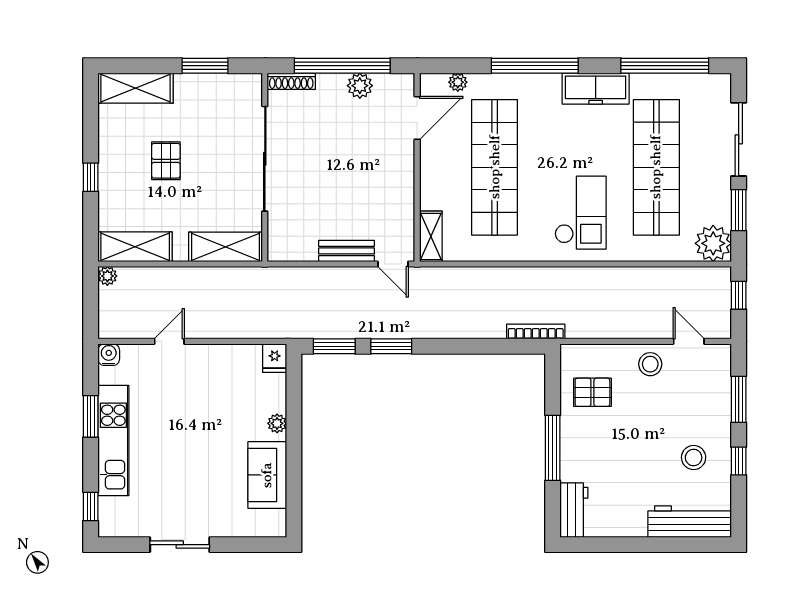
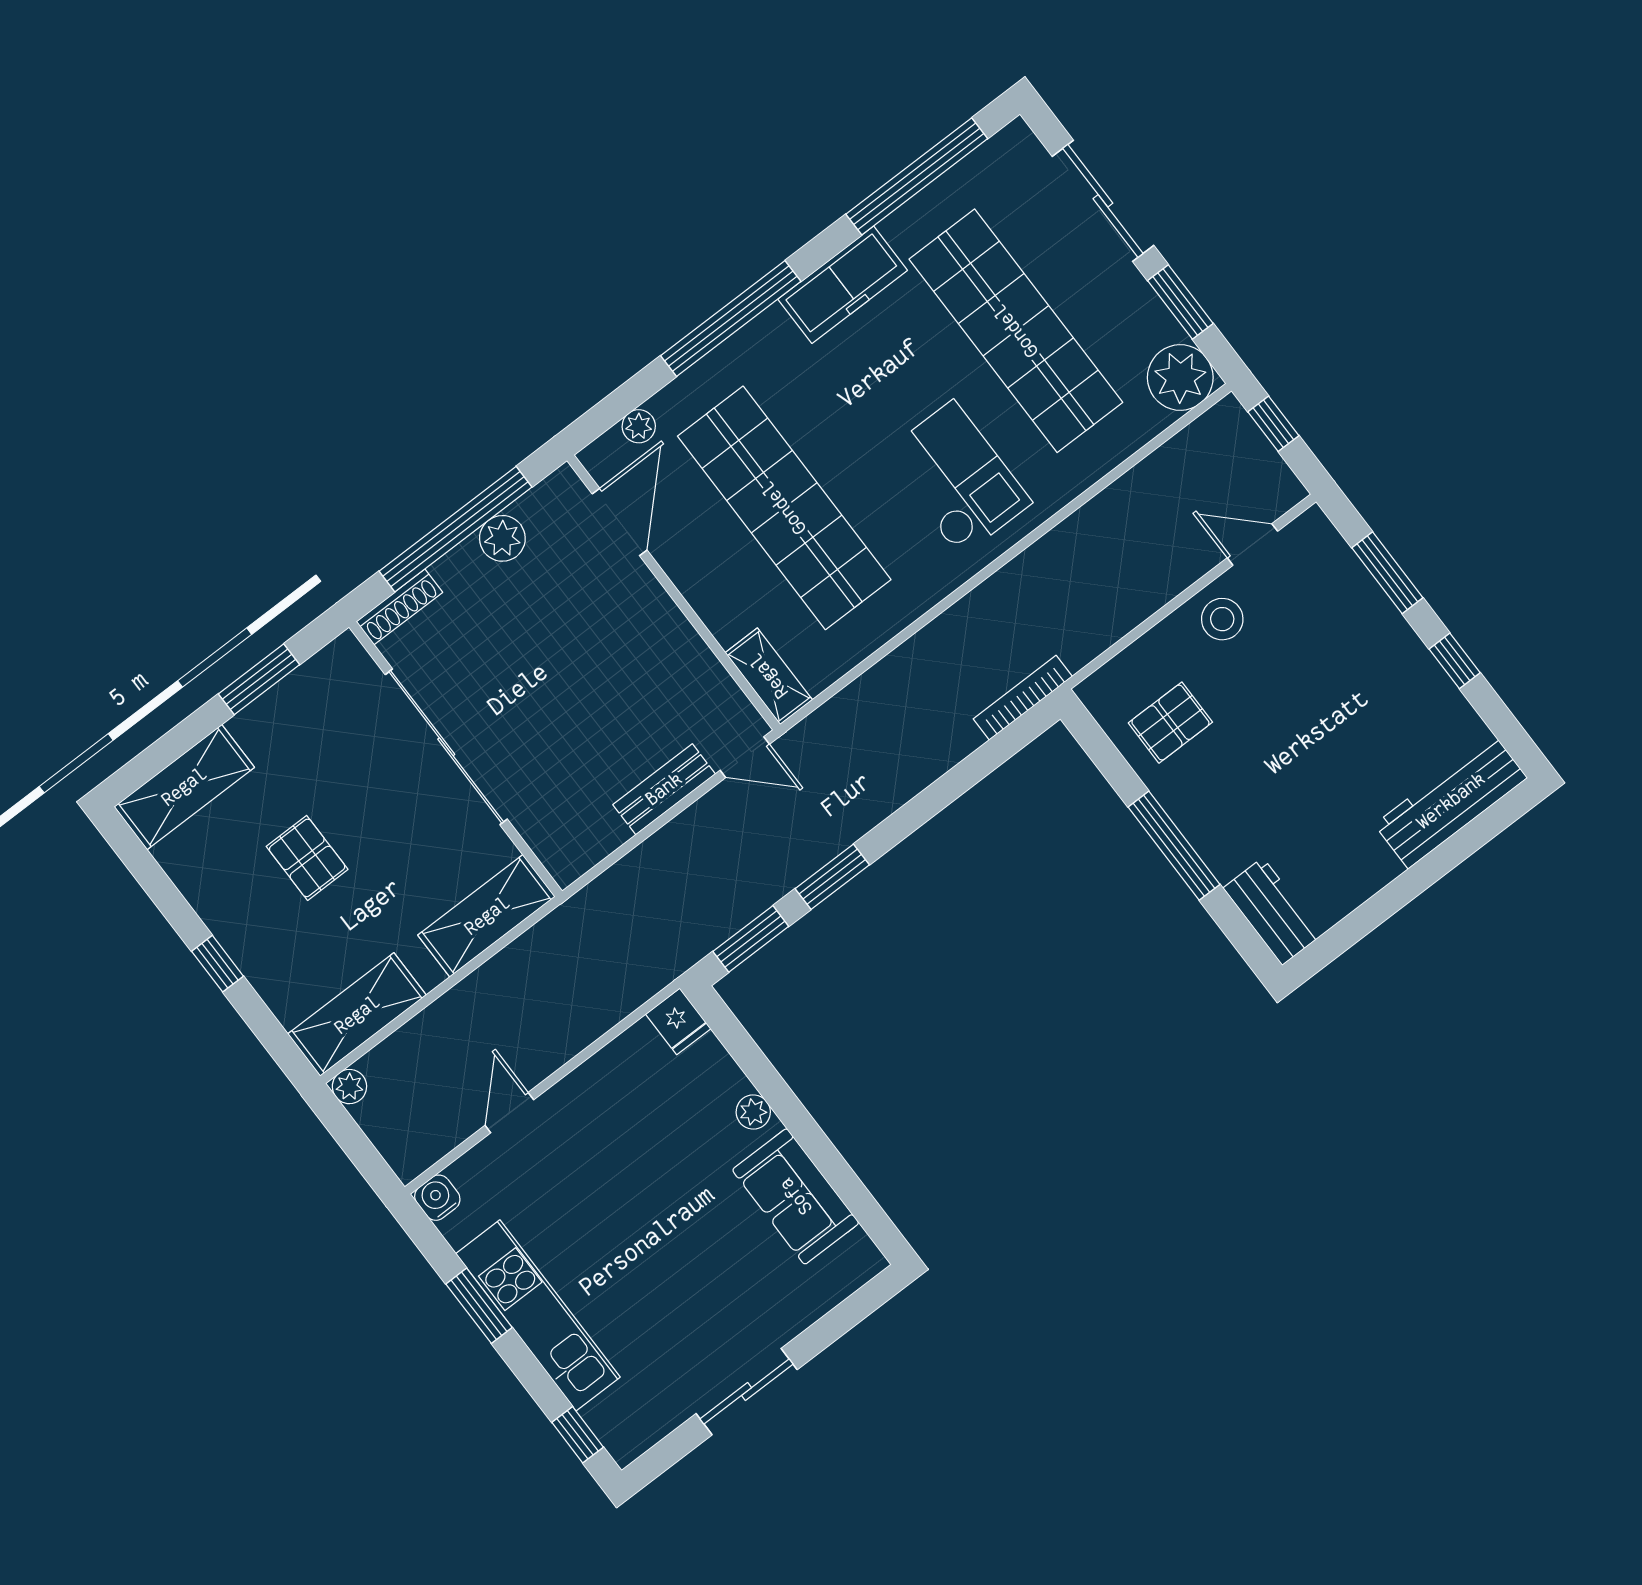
stool: (694, 458) -> (1386, 705), removed

